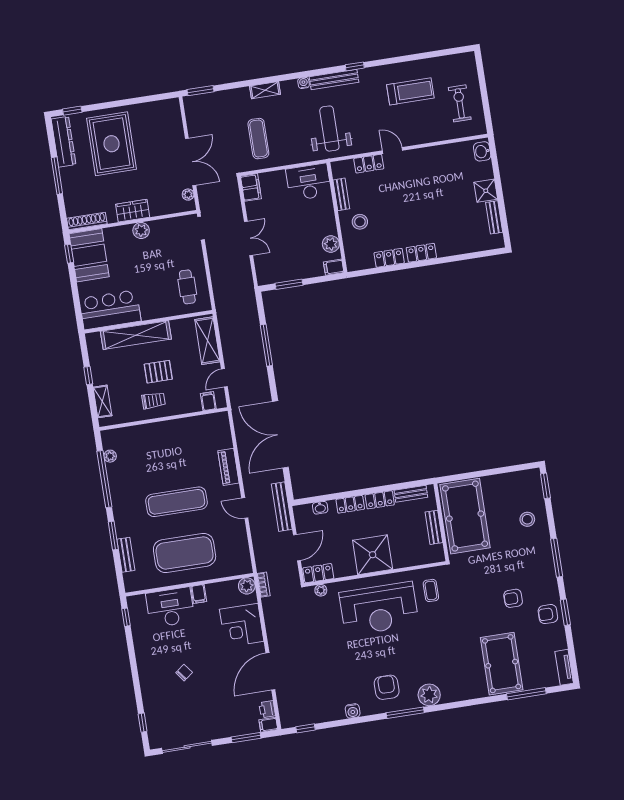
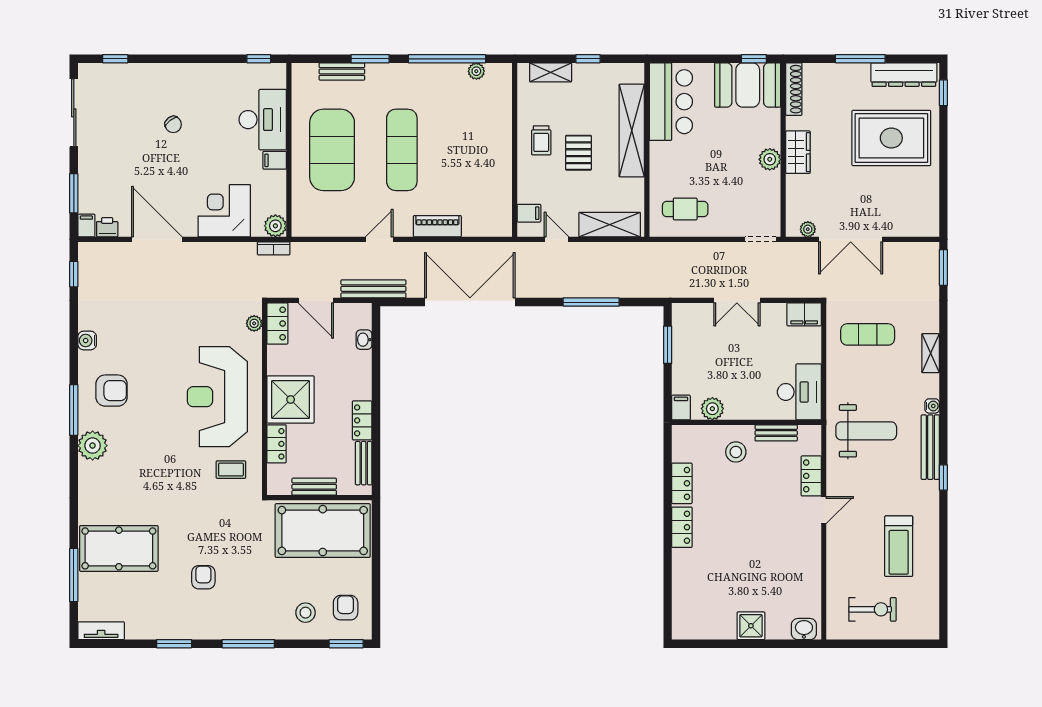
bench: (494, 217) -> (714, 631), removed
locker: (350, 504) -> (277, 444), moved, turned 180
armchair: (548, 614) -> (346, 608), moved

